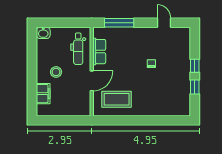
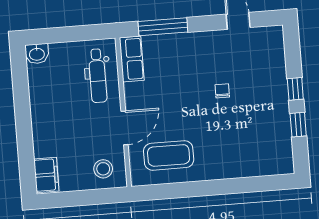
row of seats: (99, 52) -> (132, 59), moved
stool: (56, 72) -> (103, 169), moved
filing cabinet: (43, 94) -> (46, 175), moved

